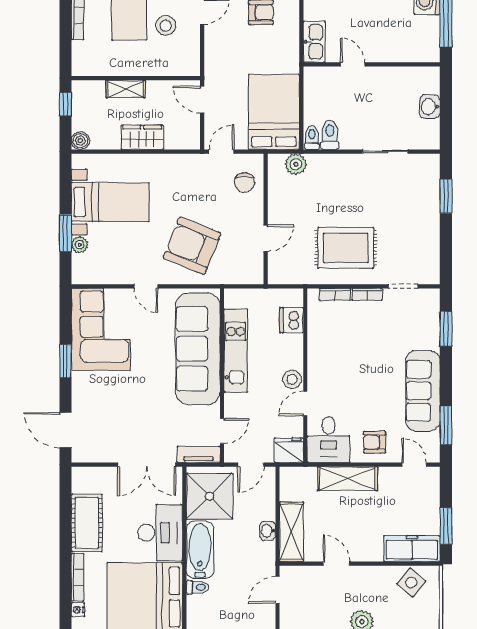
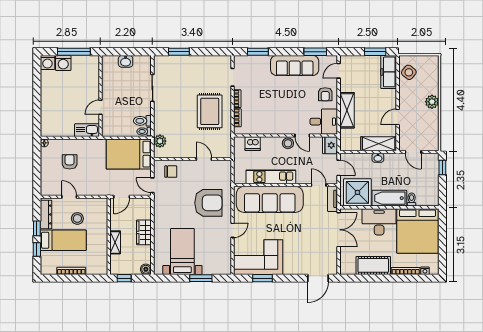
plant: (80, 245) -> (208, 270), removed
armchair: (192, 246) -> (208, 203), turned -112
window: (65, 361) -> (263, 278), moved

